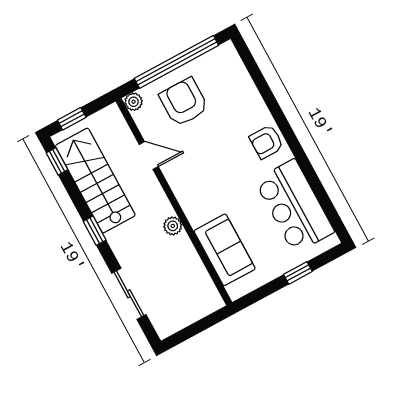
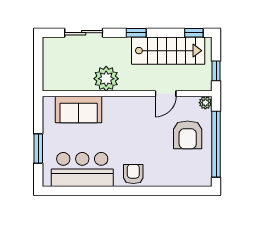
armchair: (184, 102) -> (188, 135), turned 90
window: (72, 119) -> (216, 71), moved
plant: (173, 226) -> (106, 79), width x1.88, depth x1.88
window: (298, 273) -> (38, 148), width x1.50

